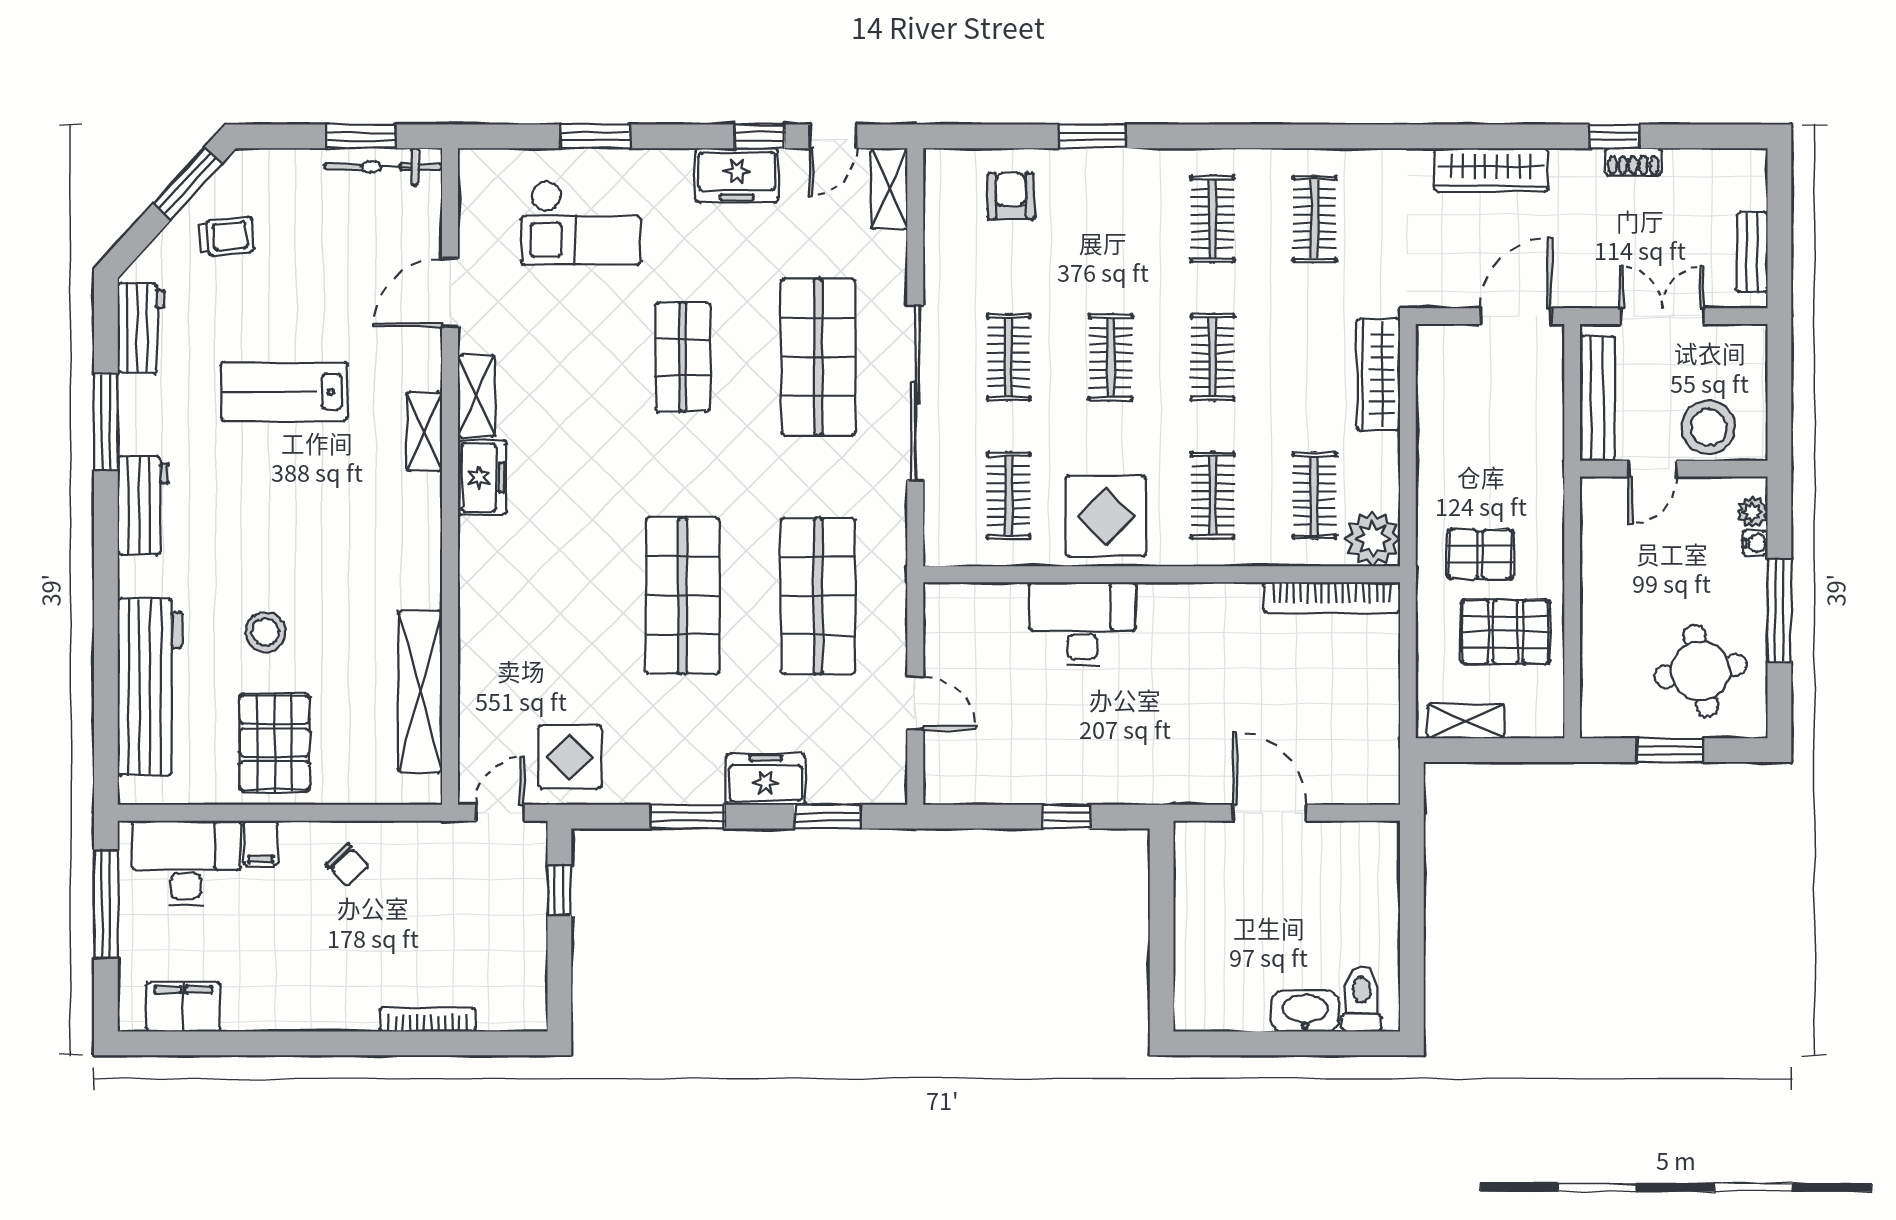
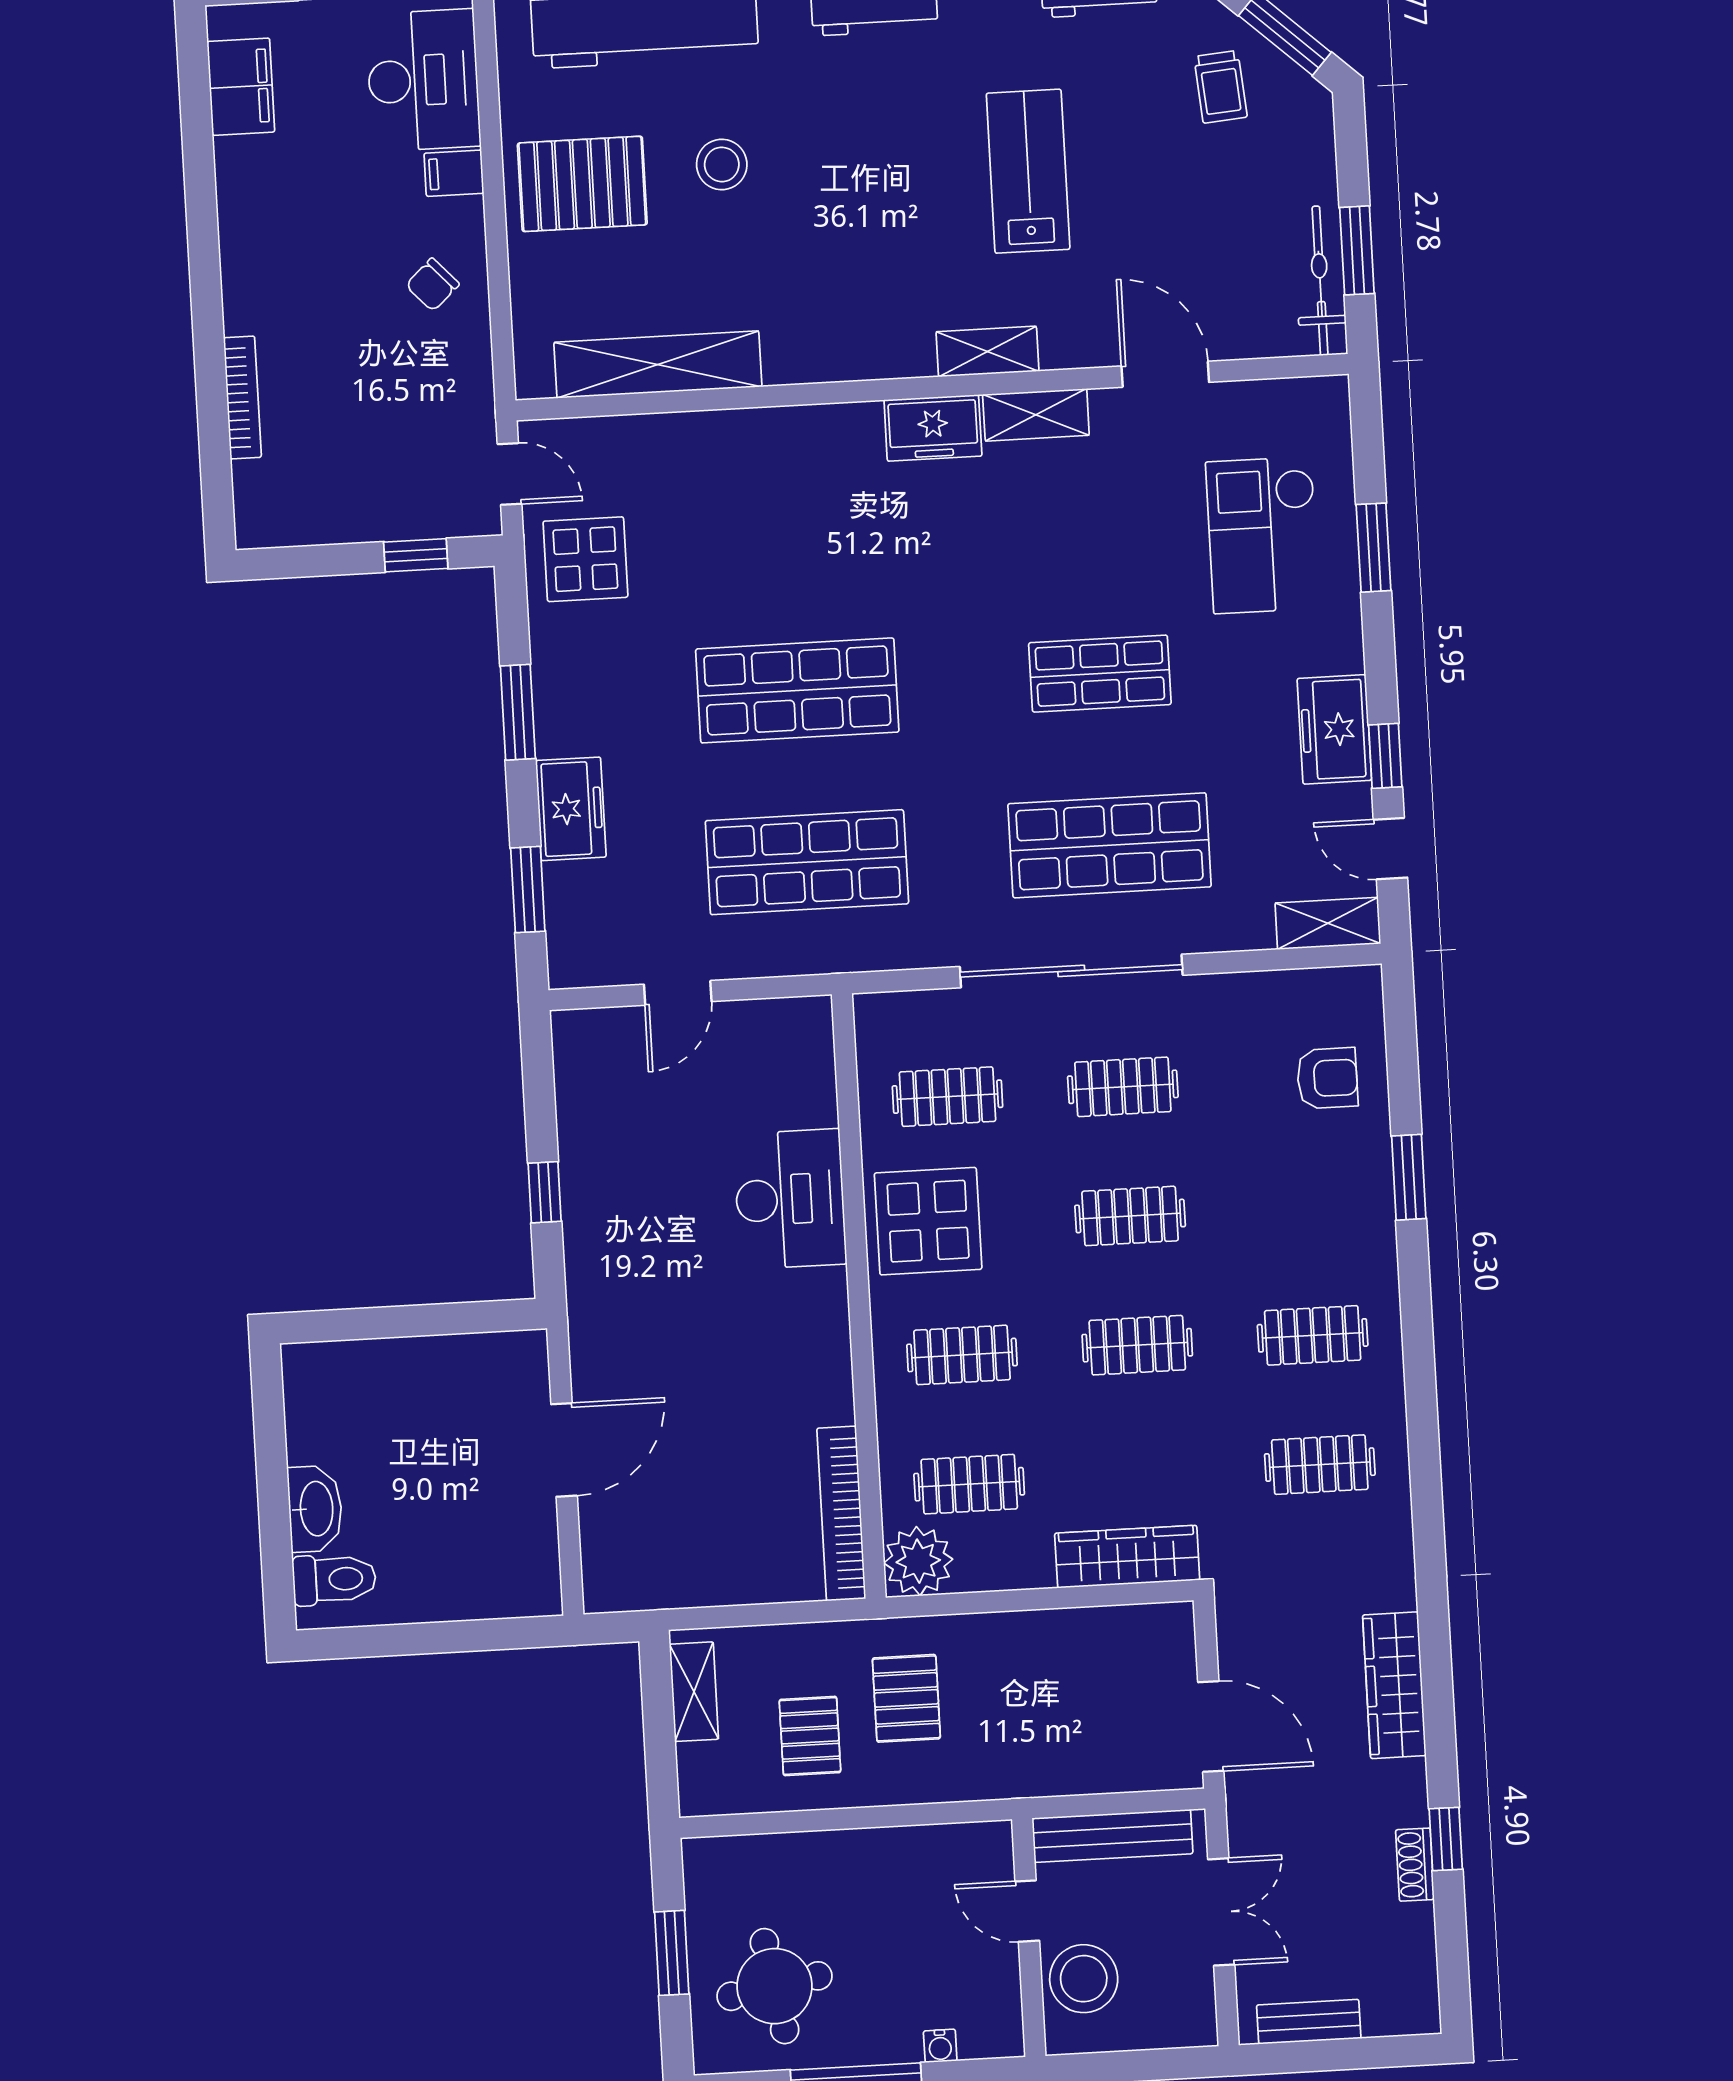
plant: (1752, 512) -> (979, 2040), removed
pallet: (1506, 632) -> (810, 1736), width x0.67, depth x0.71

